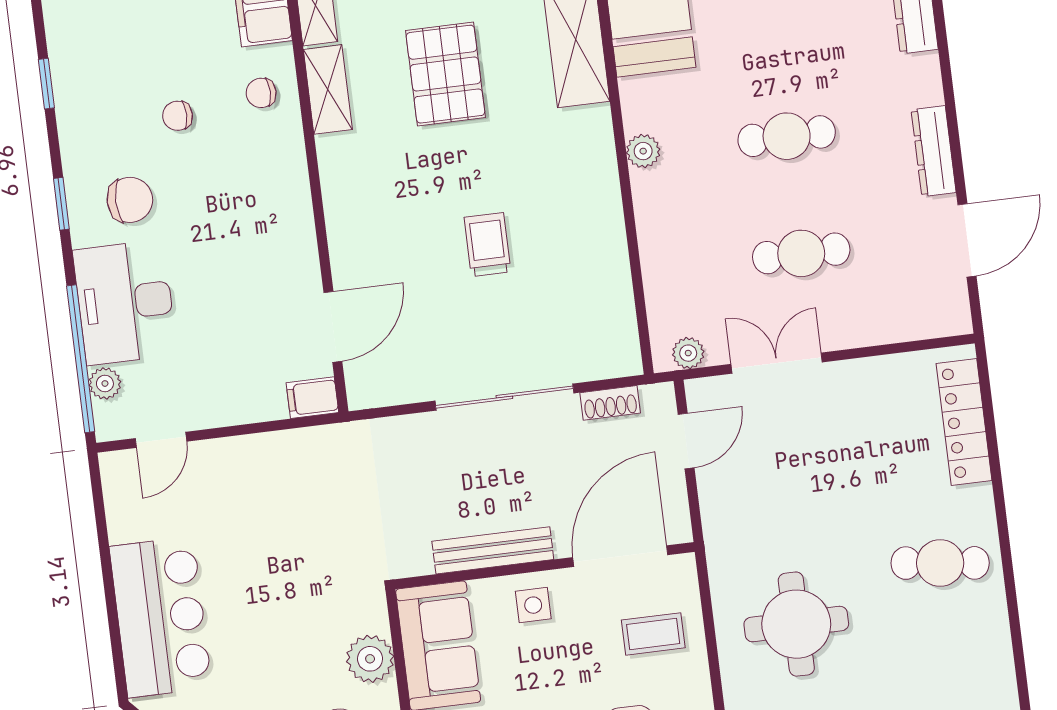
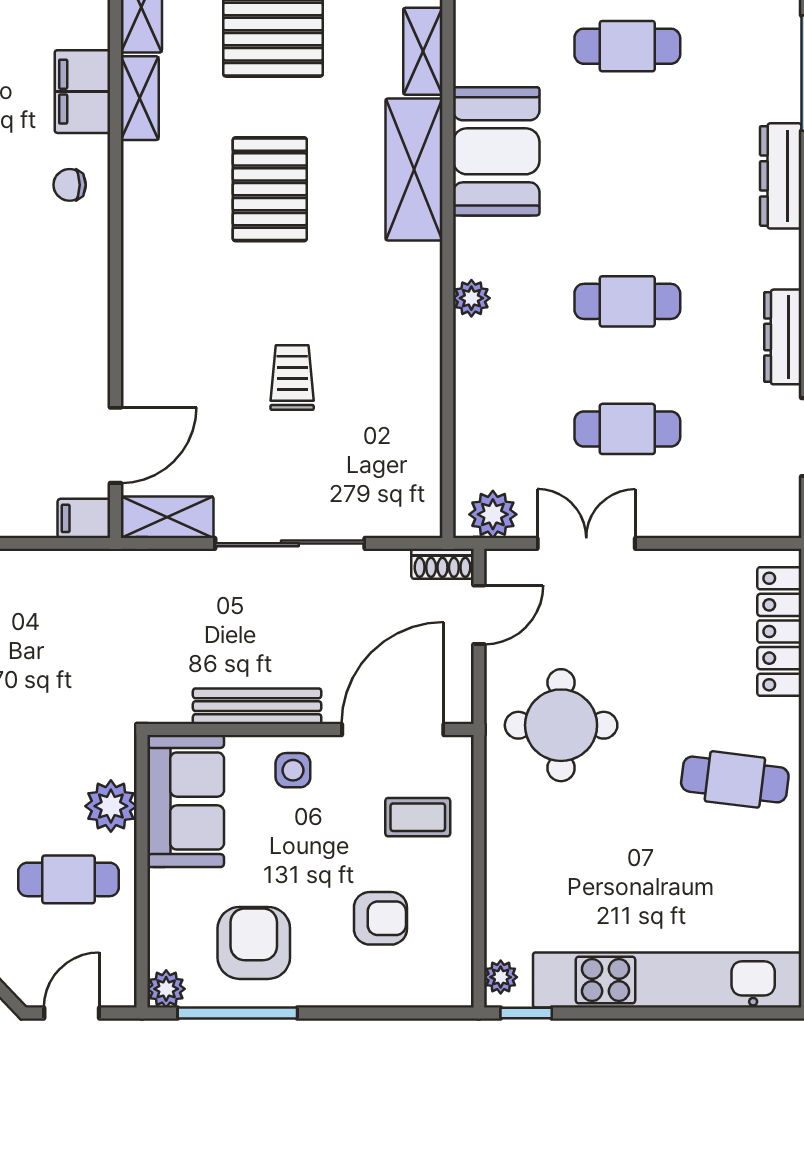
shelving: (328, 89) -> (167, 517), moved, turned 90
plant: (688, 353) -> (493, 514), width x1.38, depth x1.38
shoe rack: (610, 403) -> (442, 564), moved
round table: (796, 624) -> (561, 725), moved

